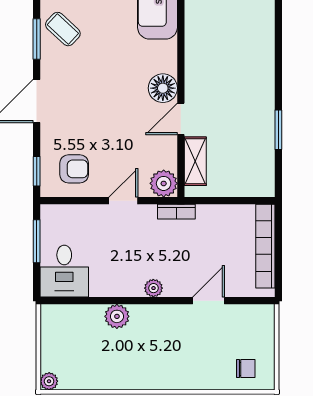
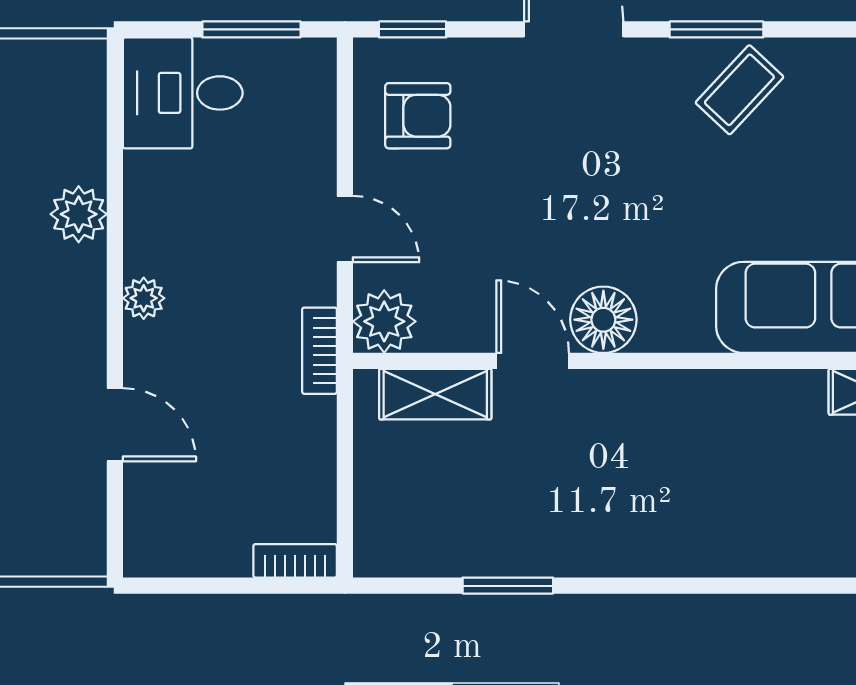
armchair: (74, 169) -> (418, 116), turned -90
bookcase: (265, 246) -> (295, 561), width x0.43, depth x0.76

